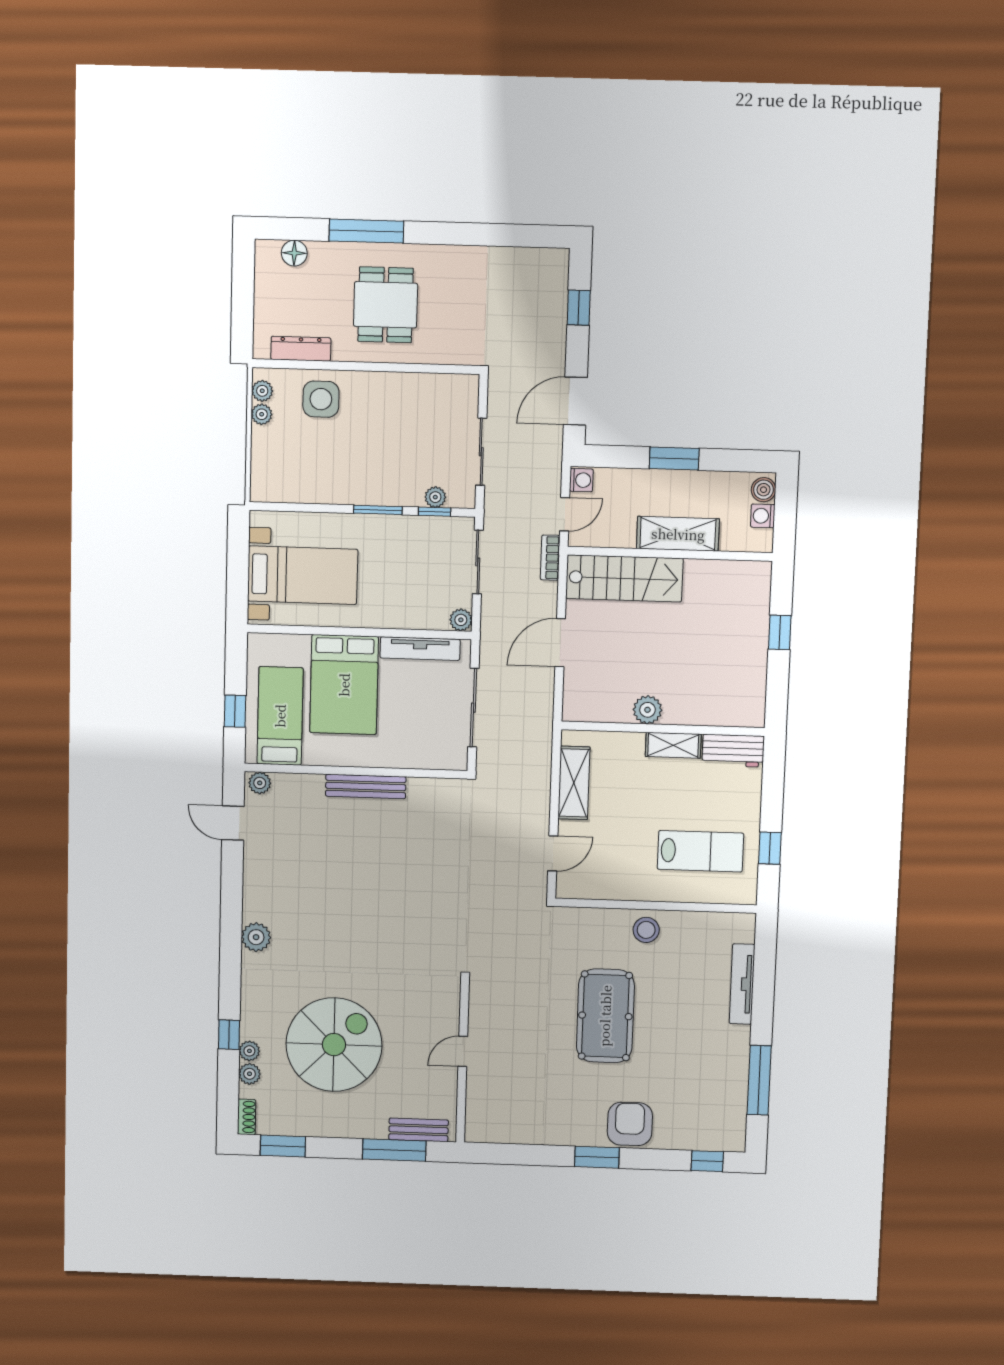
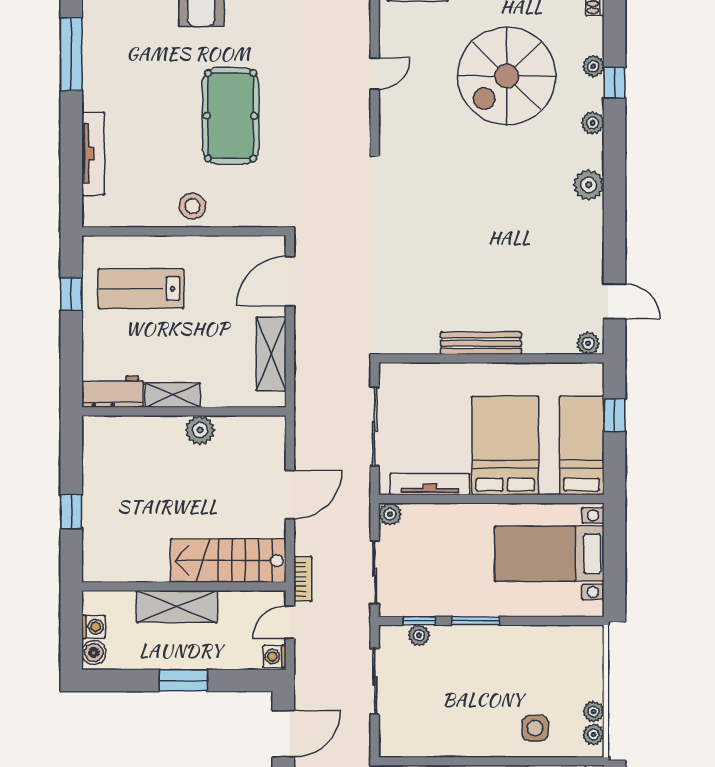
side table: (321, 399) -> (535, 728), width x0.73, depth x0.73
bed: (280, 716) -> (582, 446), moved, turned 180
door: (553, 853) -> (290, 281), width x1.38
plant: (250, 1074) -> (593, 123), moved

